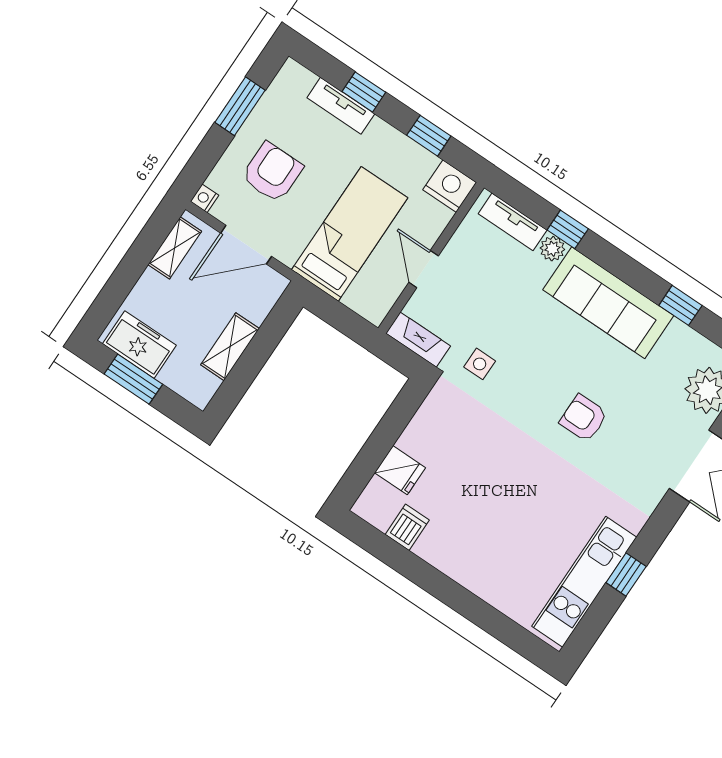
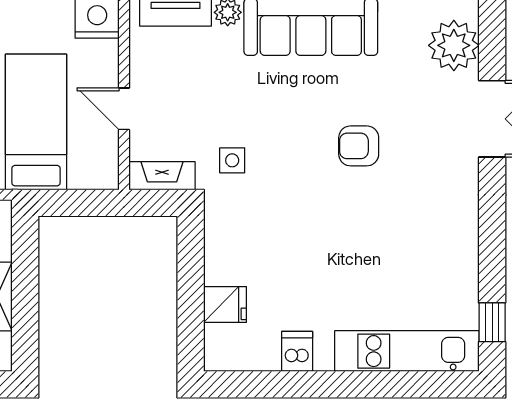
dishwasher: (407, 527) -> (297, 351), moved
window: (626, 575) -> (492, 322), moved
kitchen unit: (584, 582) -> (407, 351), moved, turned 90

